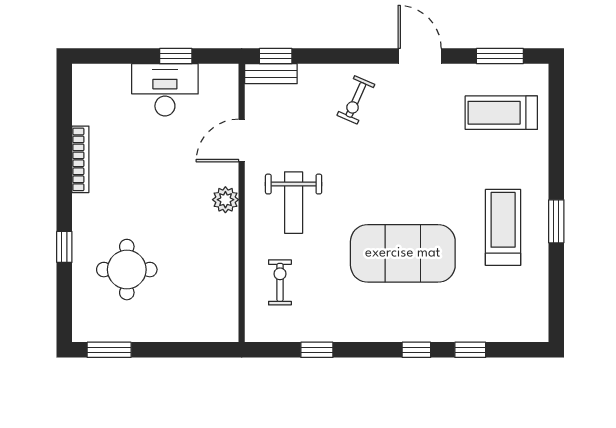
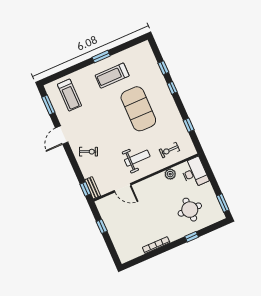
desk: (165, 90) -> (194, 172), moved, turned 180
plant: (225, 200) -> (170, 174), moved

